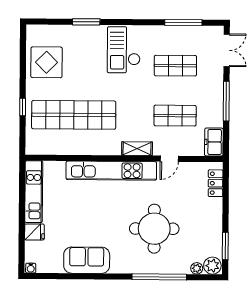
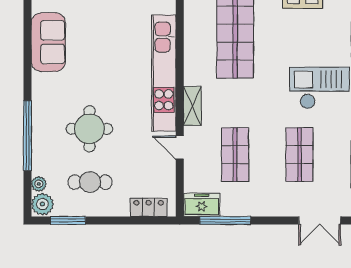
window: (226, 101) -> (225, 220), moved
round table: (154, 229) -> (89, 129), width x0.73, depth x0.73
cafe table: (196, 229) -> (90, 182), added

